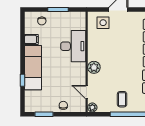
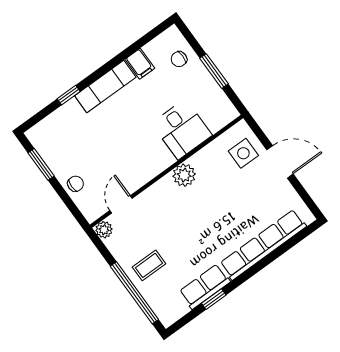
desk: (73, 46) -> (182, 129), width x0.73
plant: (94, 67) -> (184, 175), moved
exam couch: (33, 68) -> (105, 86), width x0.73, depth x0.69

